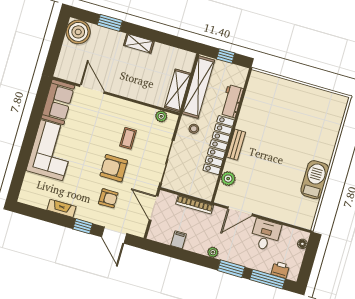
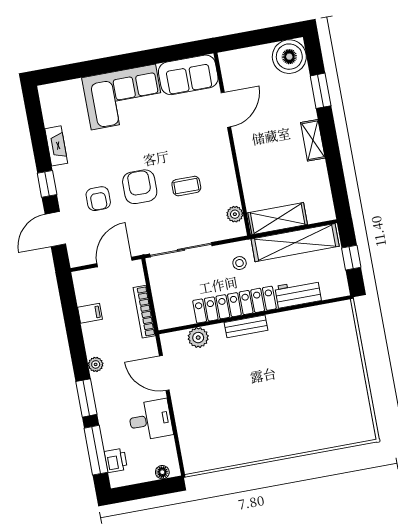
barbecue: (315, 180) -> (251, 448), removed

